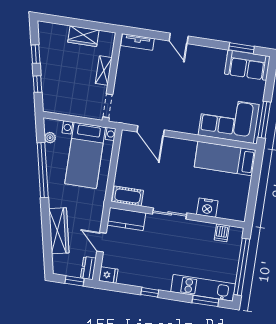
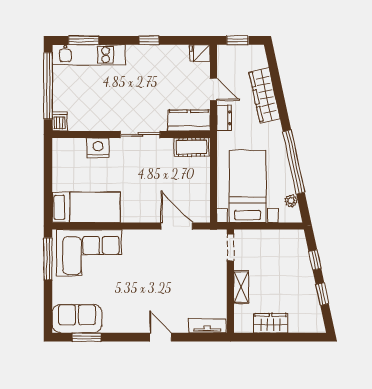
dishwasher: (222, 233) -> (60, 121), moved
dresser: (88, 268) -> (224, 118), moved

